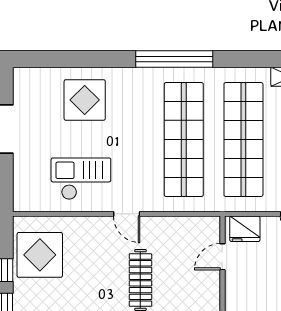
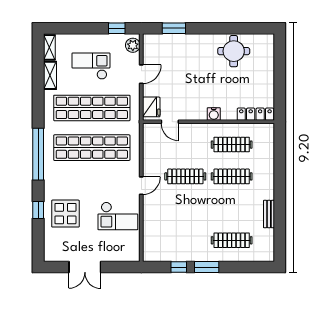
window: (90, 59) -> (38, 210), added
checkout: (81, 179) -> (118, 216), turned -90
display table: (40, 255) -> (169, 244), removed

